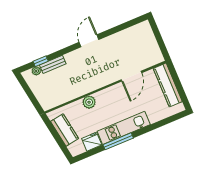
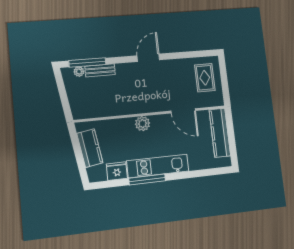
rug: (142, 42) -> (205, 78), added
window: (41, 61) -> (87, 62), width x2.17
door: (131, 76) -> (183, 111), hinge flipped
plant: (89, 102) -> (143, 124), moved

